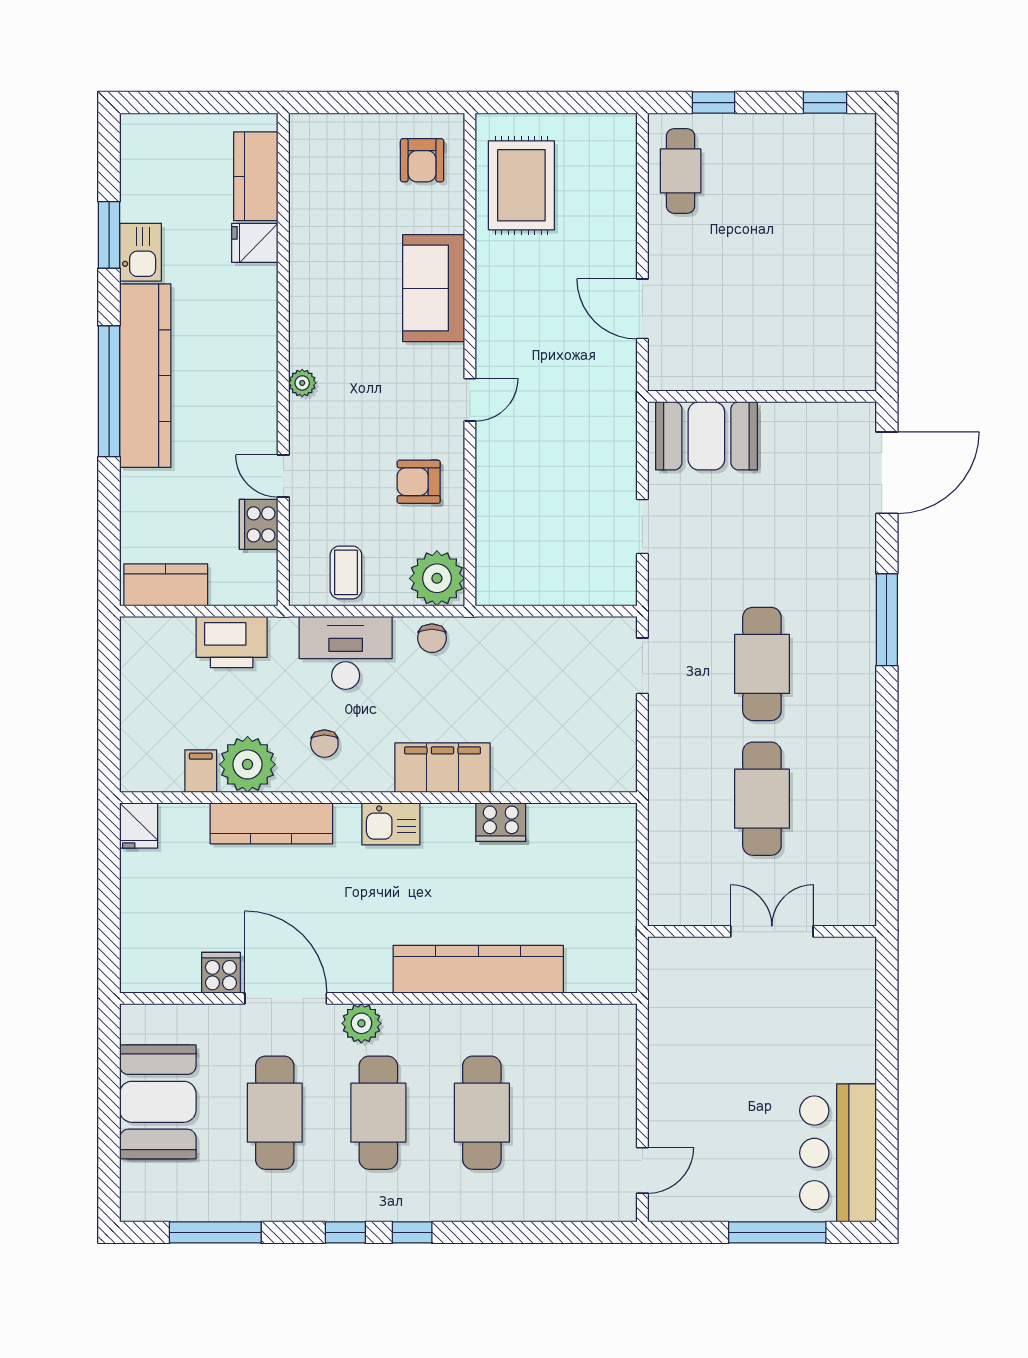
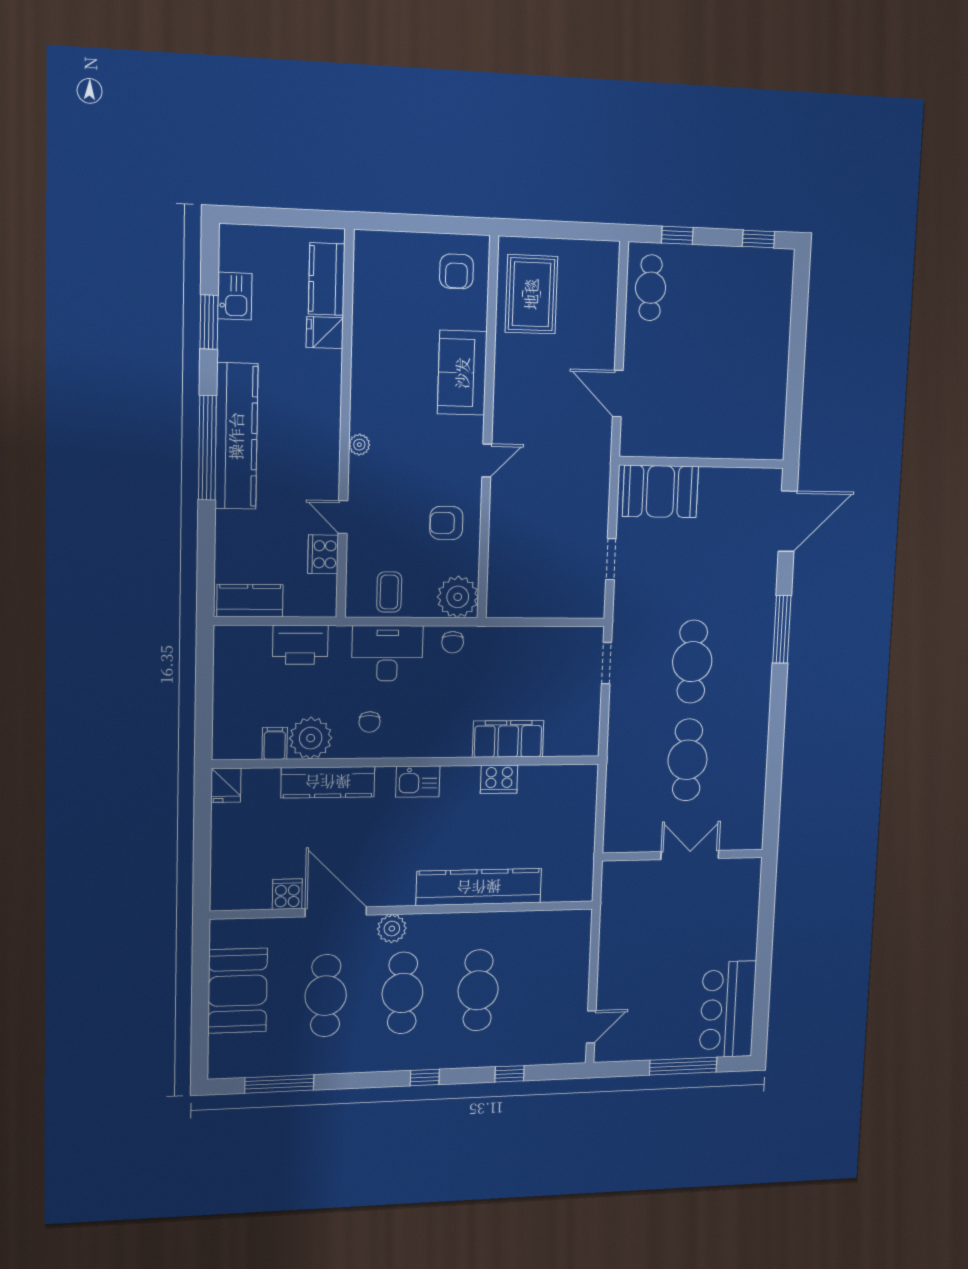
kitchen sink: (141, 252) -> (235, 296), moved
filing cabinet: (443, 768) -> (508, 739), moved
window: (345, 1232) -> (510, 1074), moved

